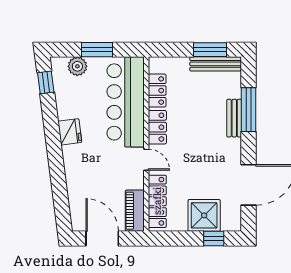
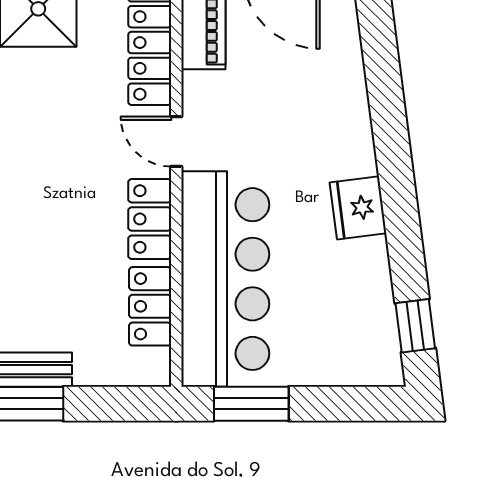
window: (97, 50) -> (251, 404), moved
plant: (77, 66) -> (340, 364), removed

